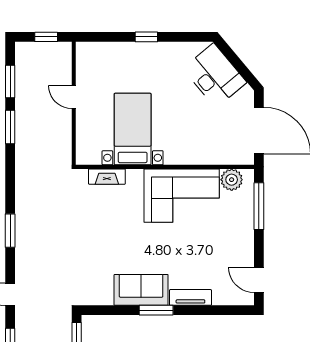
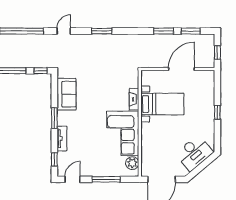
door: (74, 97) -> (182, 69), width x1.87
fireplace: (107, 177) -> (134, 99), moved
window: (259, 206) -> (106, 179), moved
sofa: (141, 290) -> (67, 94), moved
window: (225, 310) -> (54, 159), added

